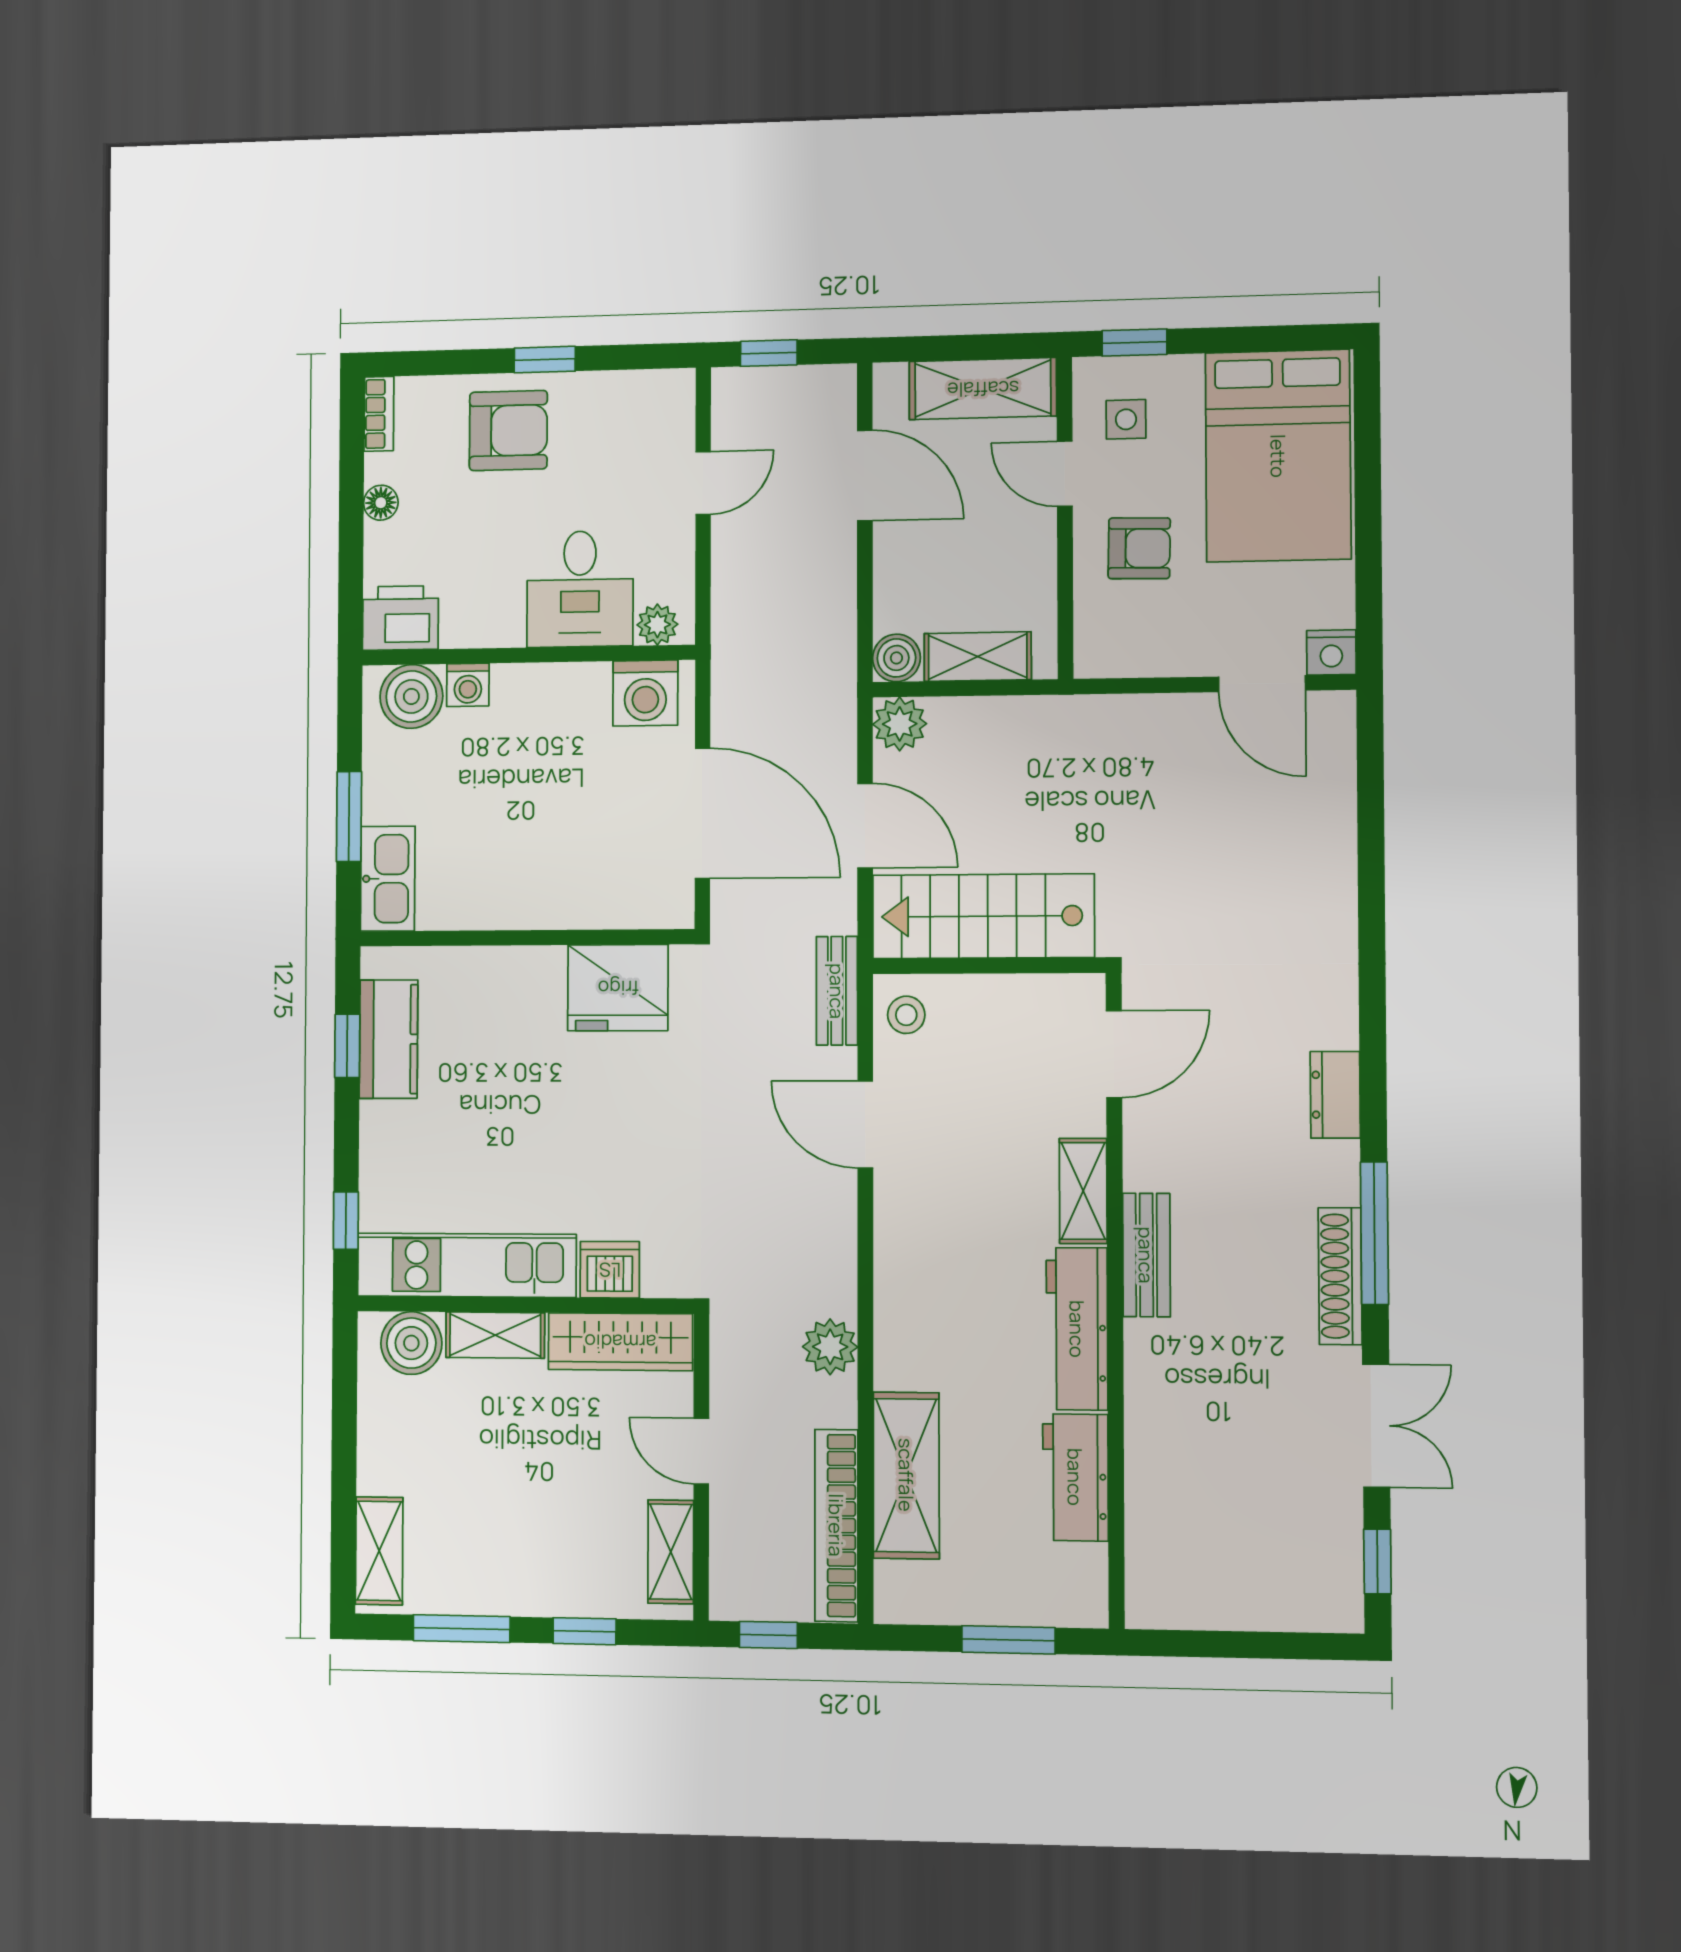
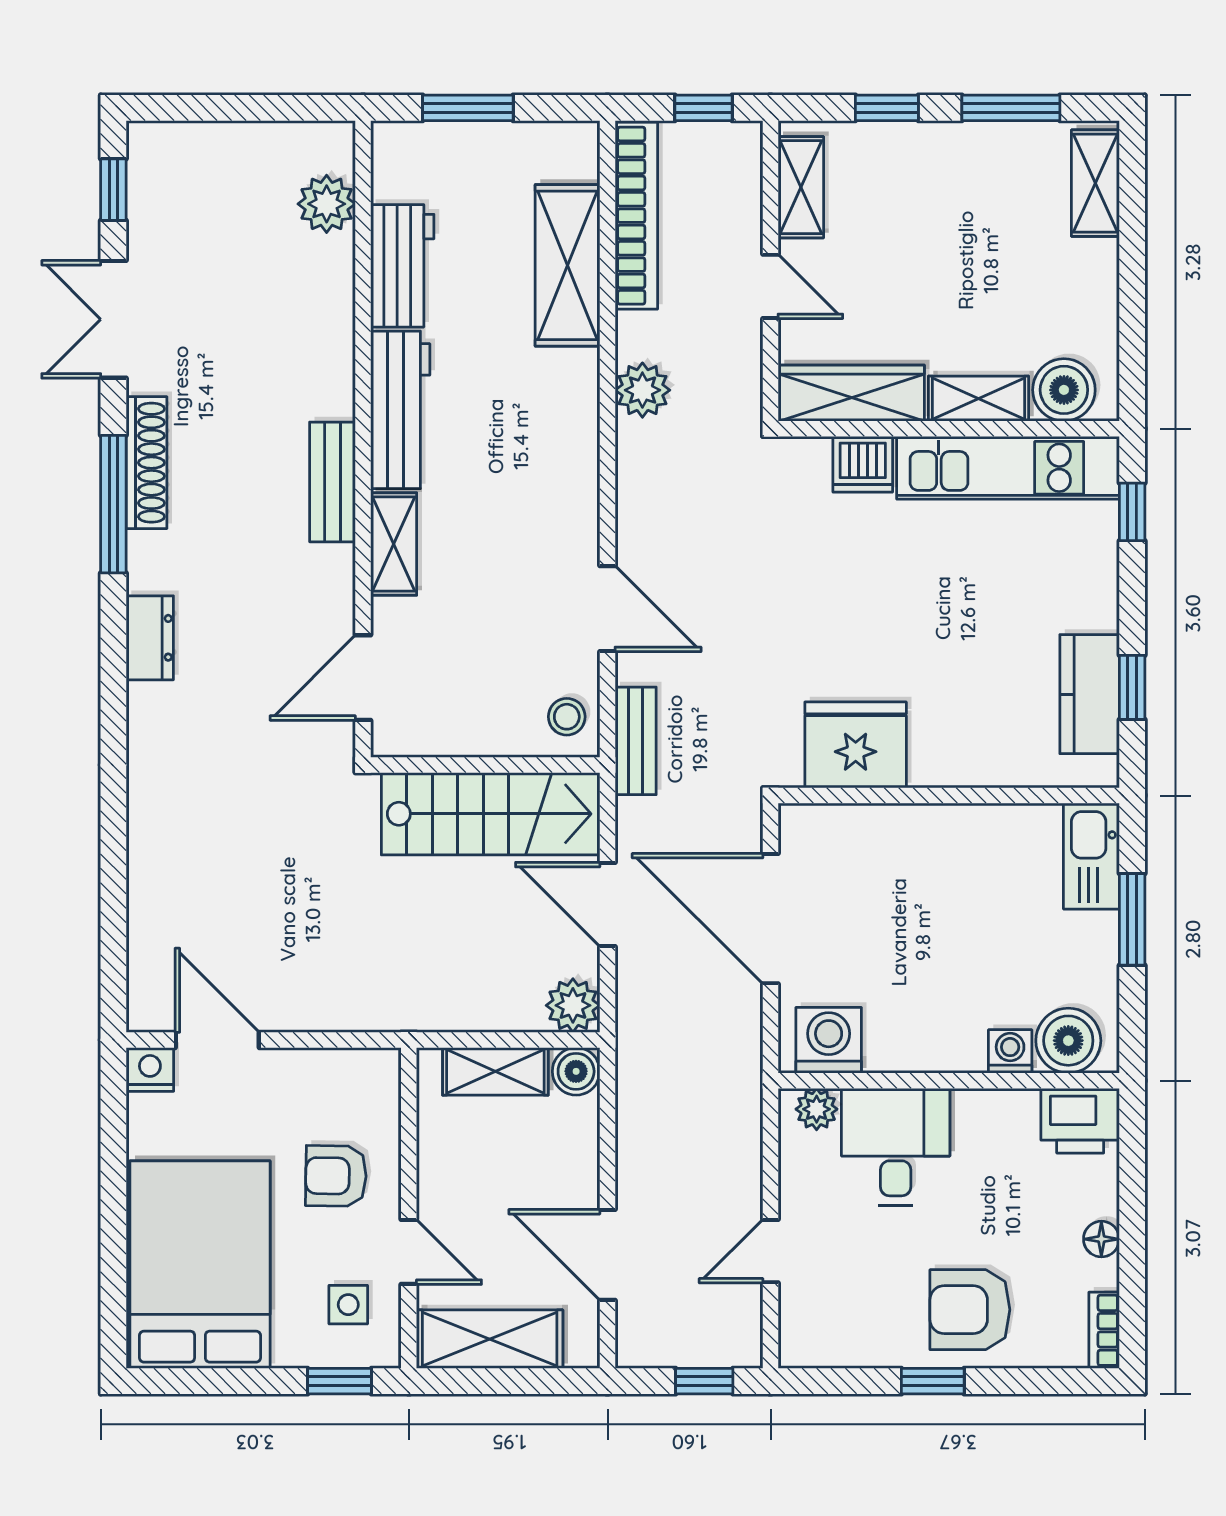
plant: (1154, 1543) -> (327, 204), added

